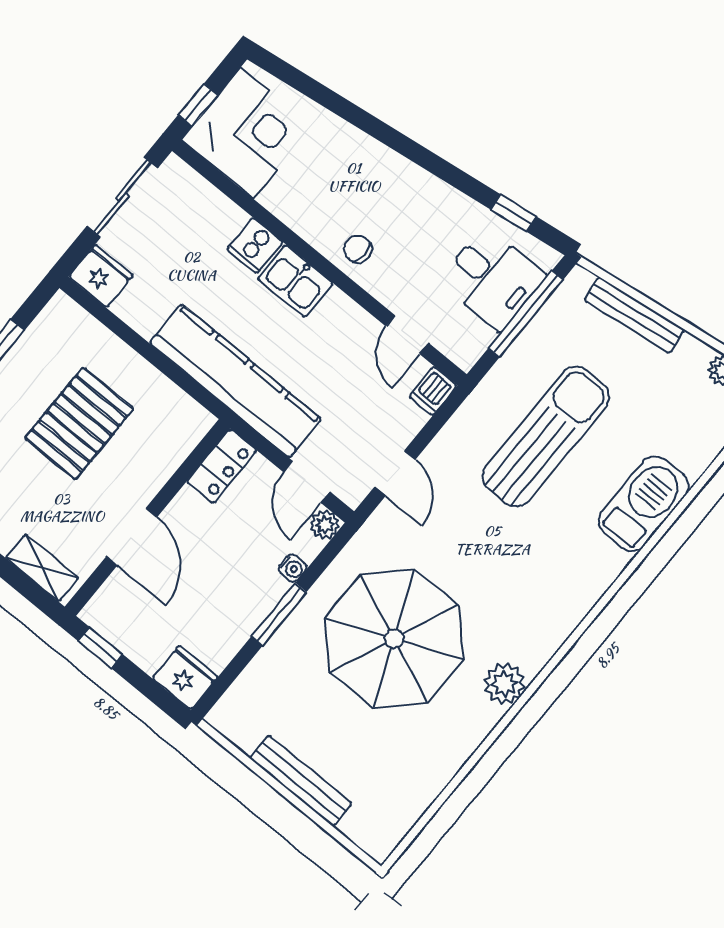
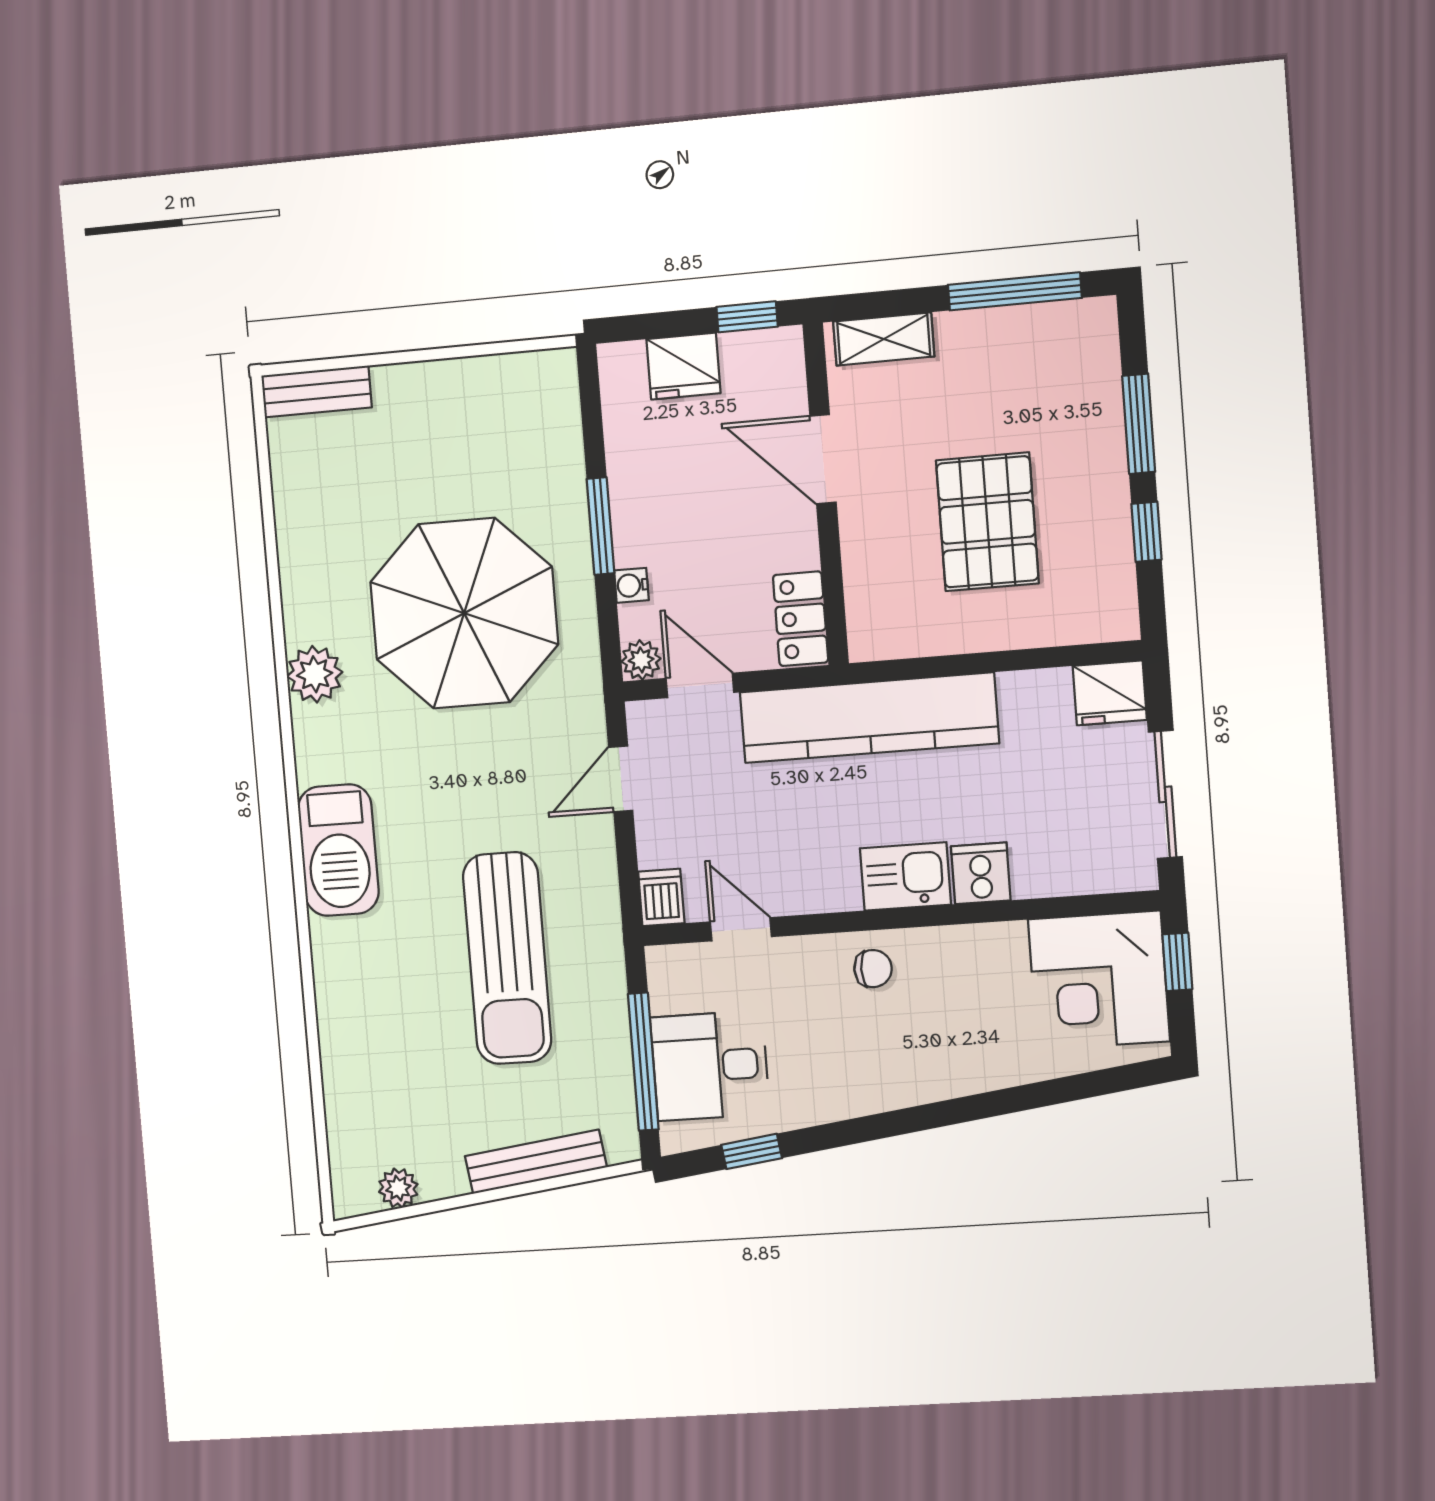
door: (395, 473) -> (621, 779), hinge flipped
barbecue: (644, 504) -> (338, 850), moved
fridge: (185, 678) -> (683, 366), moved
bench: (301, 781) -> (316, 391), moved, width x0.73

